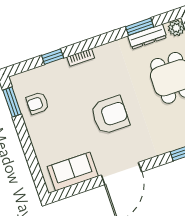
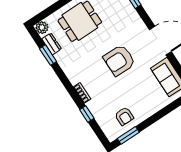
dresser: (147, 37) -> (52, 44), width x0.70
armchair: (110, 115) -> (119, 60), turned -90

